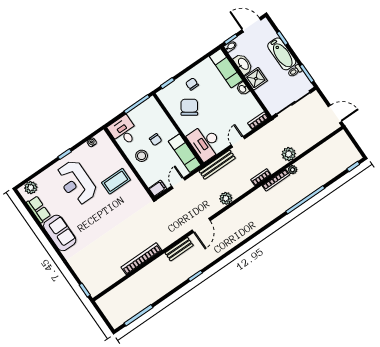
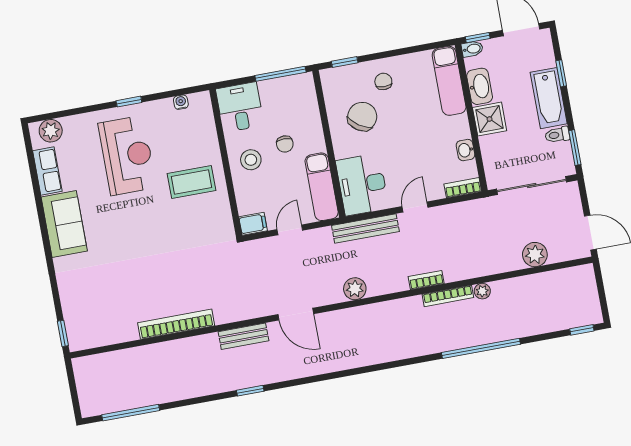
washbasin: (243, 89) -> (465, 150), moved
plant: (289, 154) -> (535, 255), moved
reception desk: (76, 183) -> (127, 155), turned 180
door: (201, 225) -> (296, 314), hinge flipped

